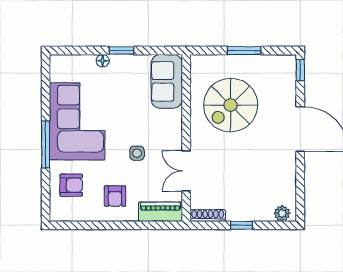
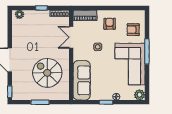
plant: (59, 64) -> (140, 95), added
sofa: (167, 81) -> (82, 80), width x1.36
spiral stairs: (231, 105) -> (47, 73), turned -90
double door: (186, 171) -> (71, 37), swing flipped

